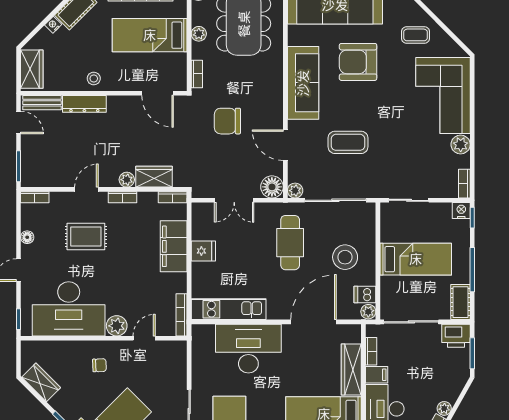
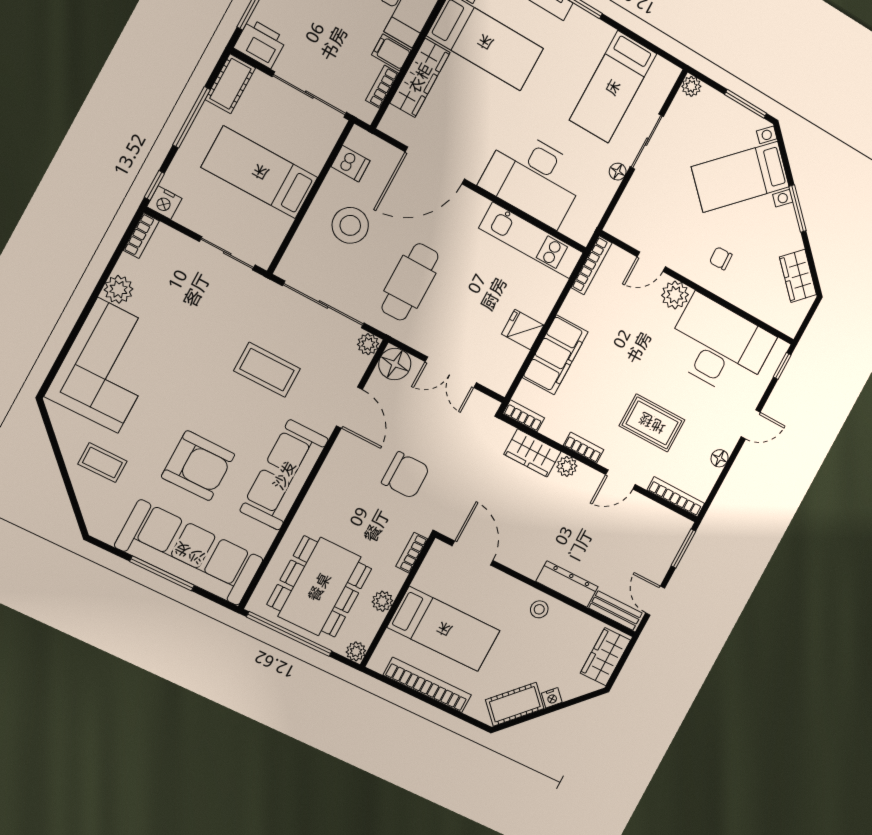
bookcase: (35, 197) -> (676, 497), width x1.56
double door: (234, 200) -> (451, 372), swing flipped
plant: (368, 312) -> (358, 139), removed
floor lamp: (197, 382) -> (618, 172), added

